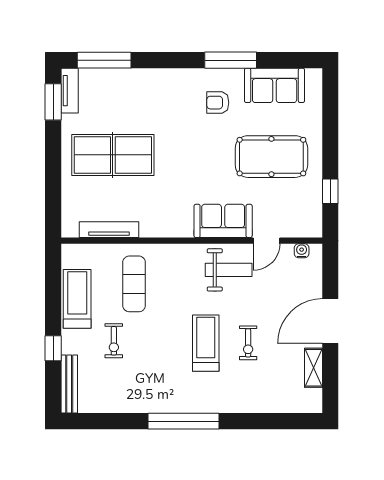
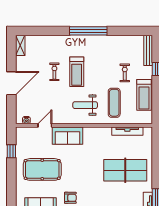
weight bench: (229, 270) -> (85, 105), moved
shelving: (313, 368) -> (20, 45), moved

